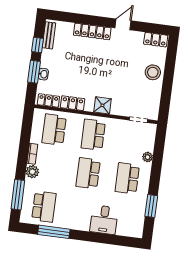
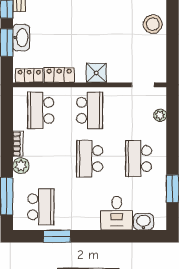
washbasin: (43, 74) -> (21, 38), width x1.91, depth x1.45
school desk: (93, 135) -> (90, 110), turned 180
plant: (148, 157) -> (160, 115), moved
washbasin: (125, 229) -> (144, 222), added
window: (54, 232) -> (57, 236), width x0.69

